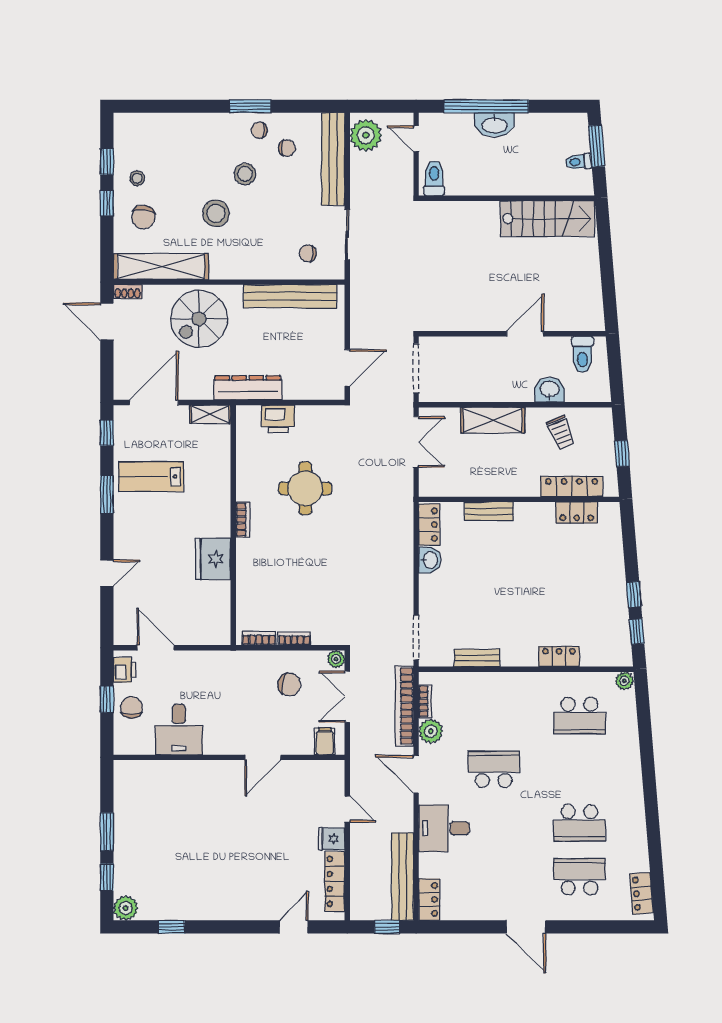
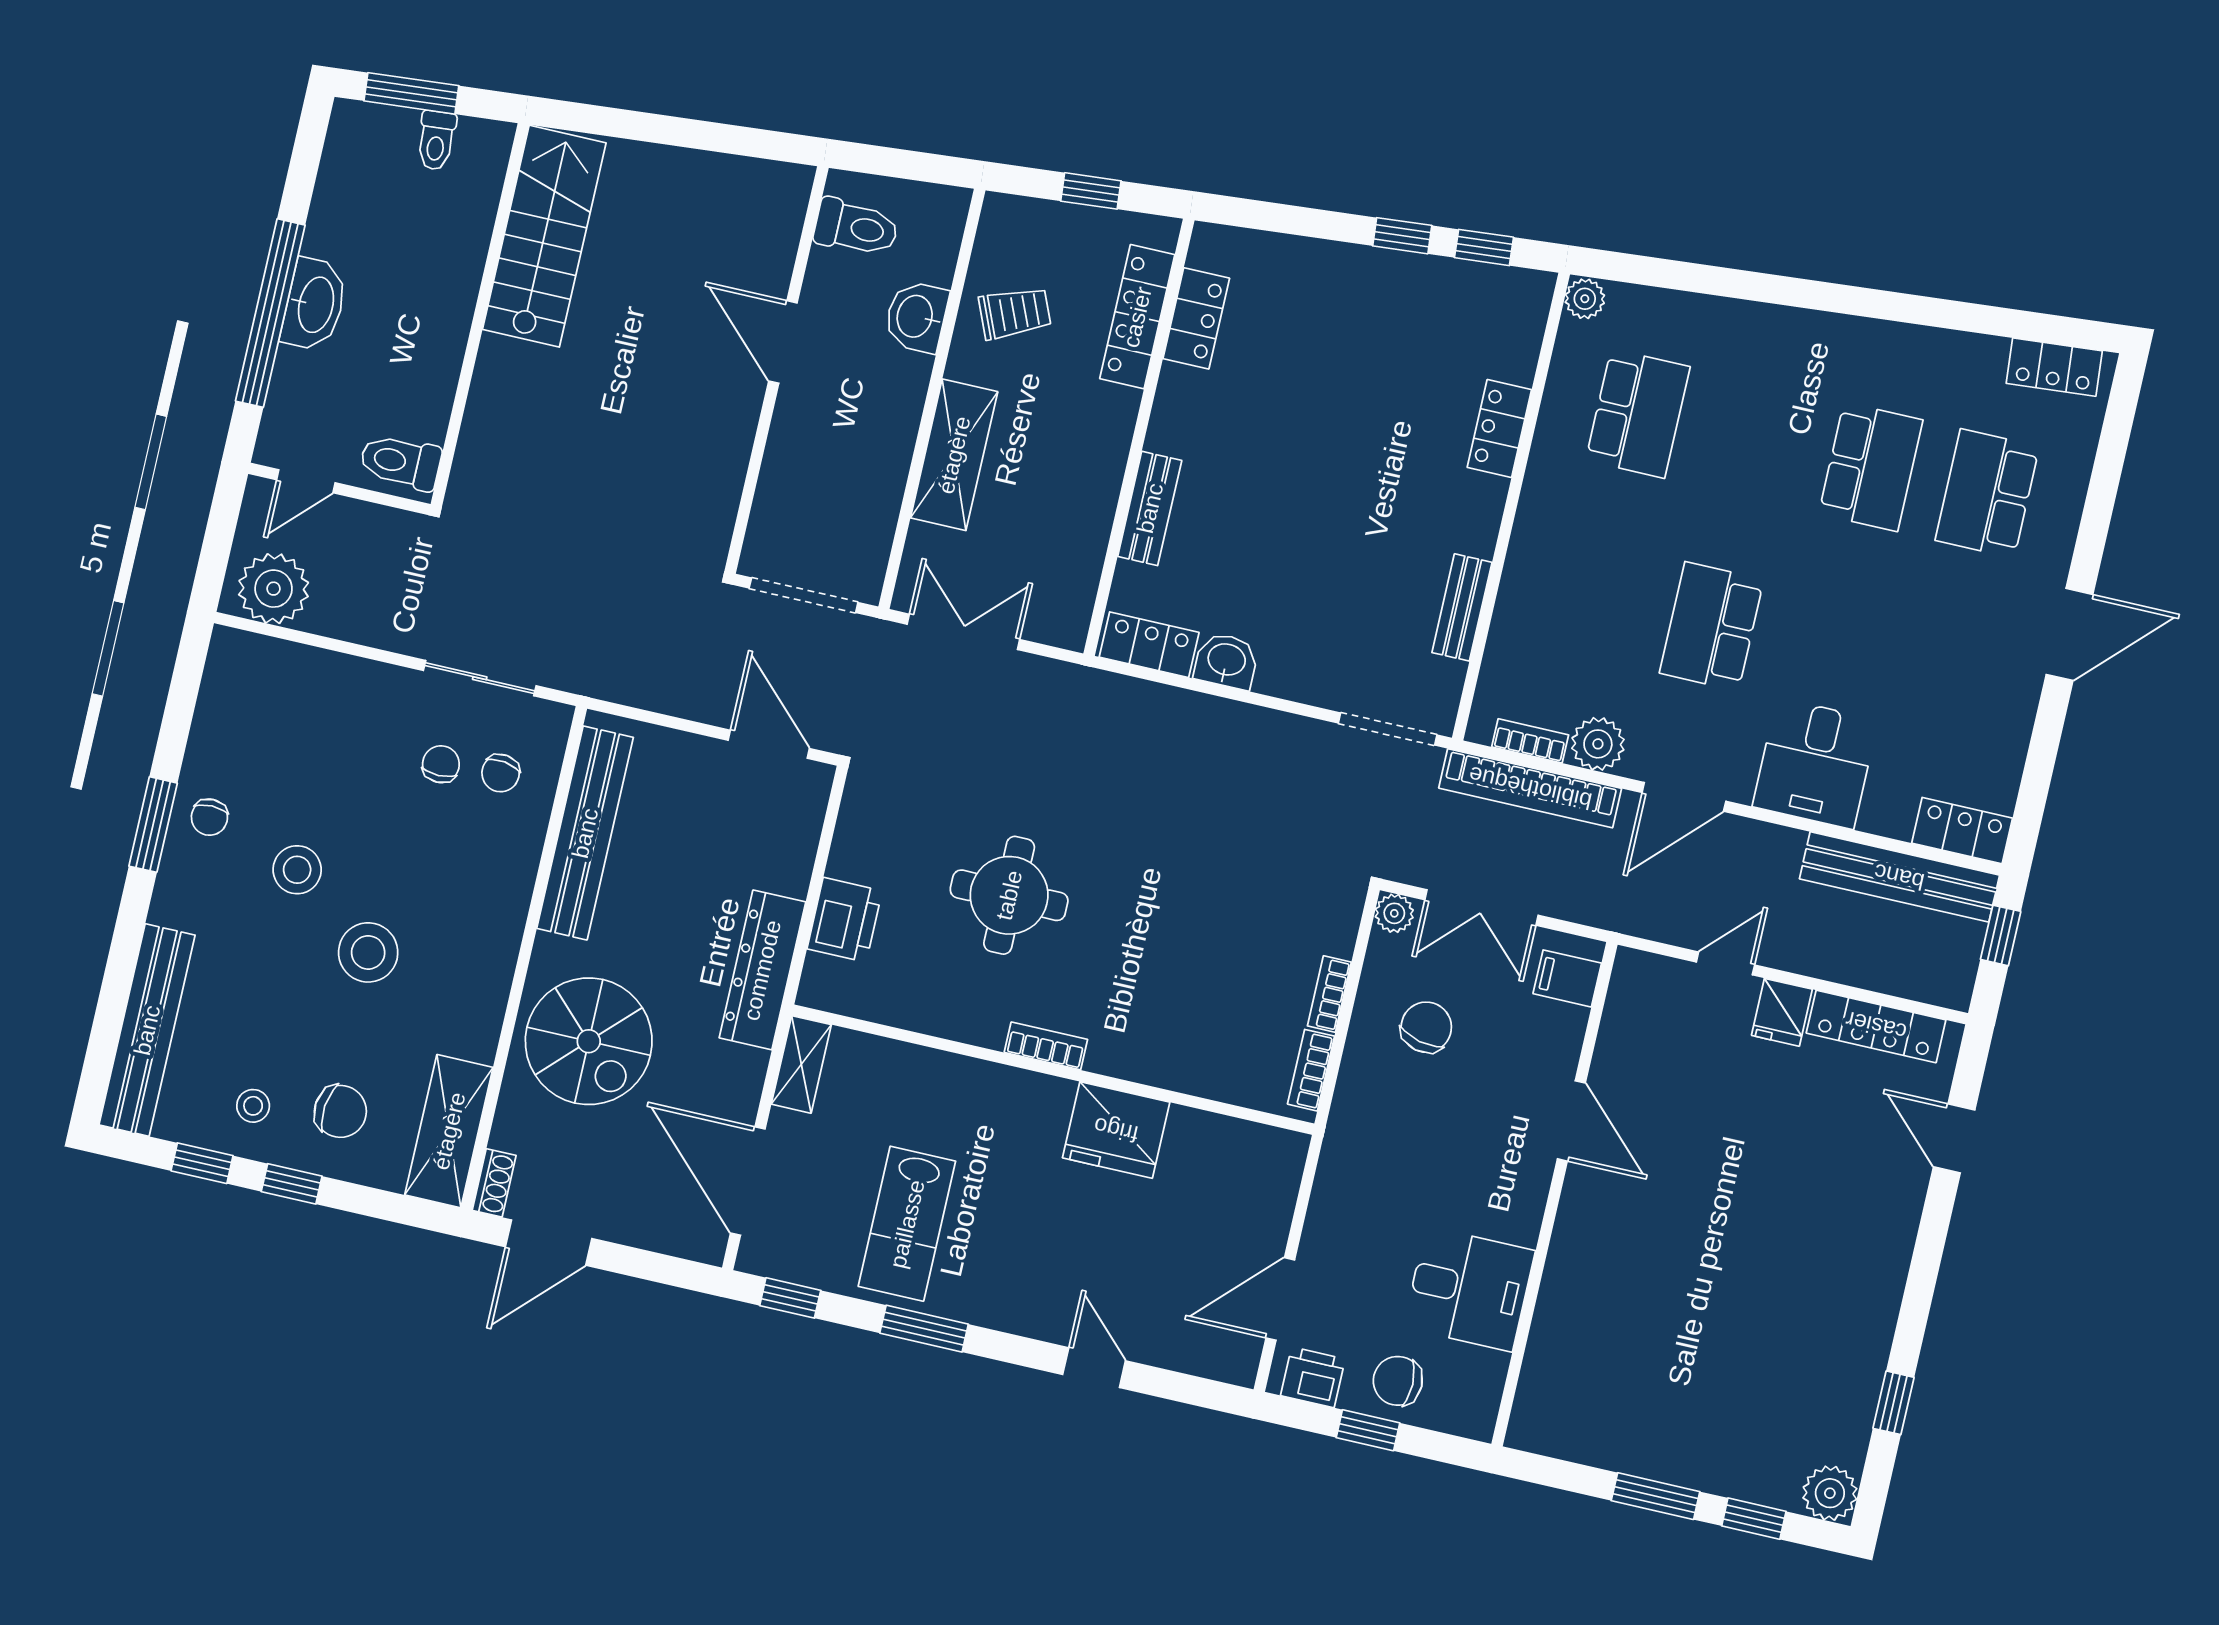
chair: (287, 148) -> (441, 764), moved
bench: (333, 159) -> (147, 1030), moved, turned 90
shelving: (161, 267) -> (449, 1131), width x0.68

